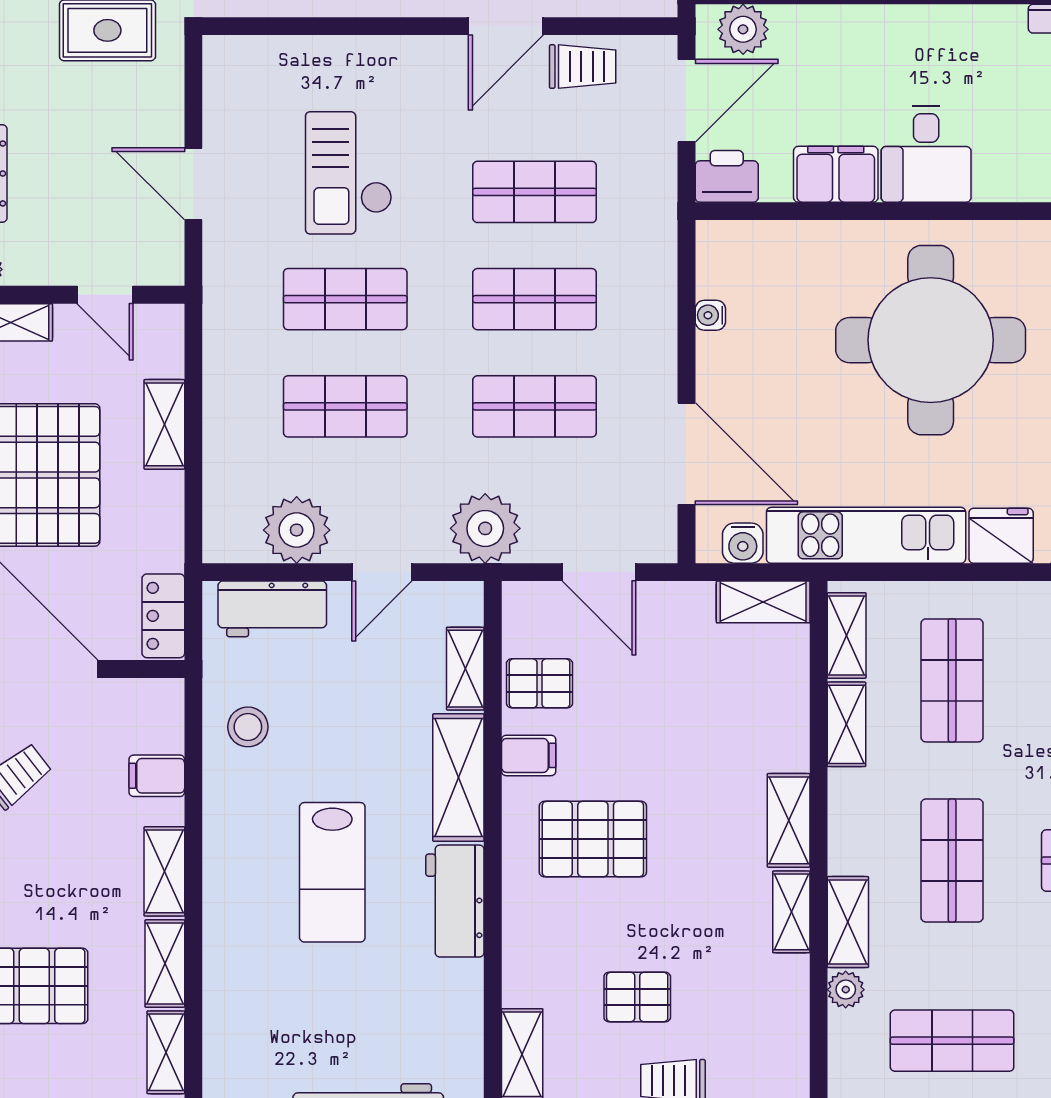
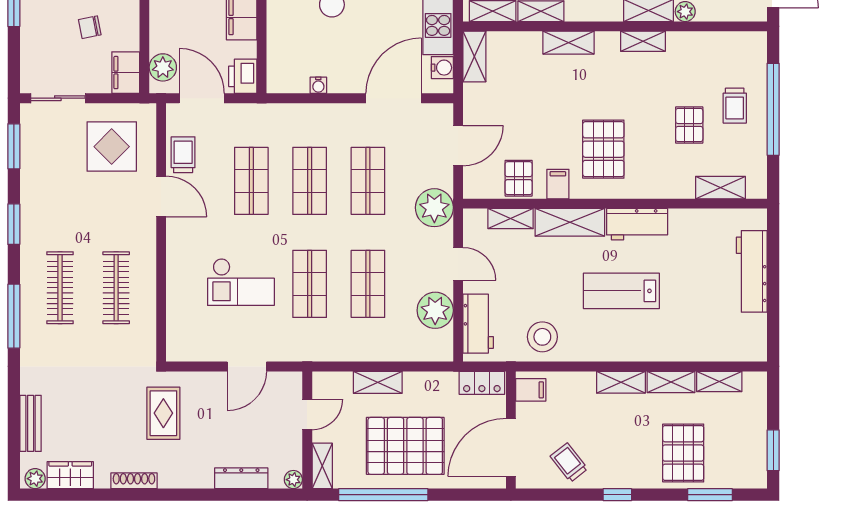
stool: (248, 727) -> (542, 337), width x1.38, depth x1.38
filing cabinet: (157, 776) -> (531, 390), moved, turned -90
shelving: (789, 820) -> (568, 43), moved
lab bench: (332, 872) -> (621, 291), turned 180

